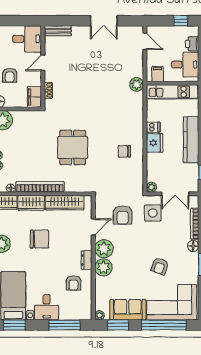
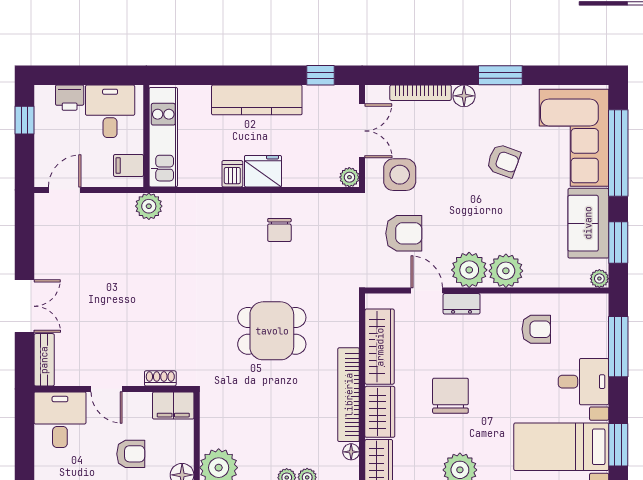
double door: (104, 21) -> (24, 306), moved
dresser: (87, 260) -> (462, 304), moved

